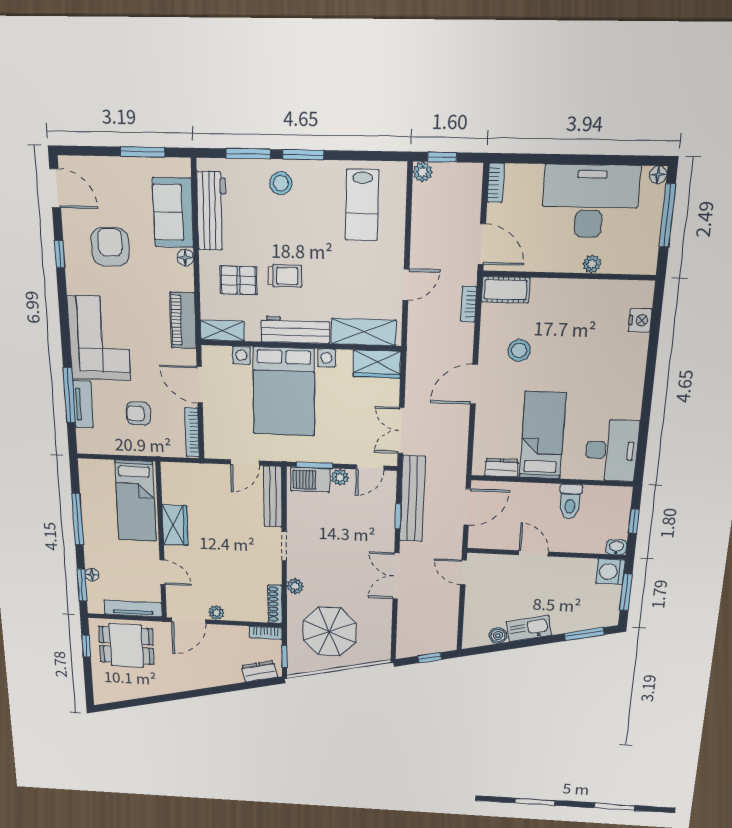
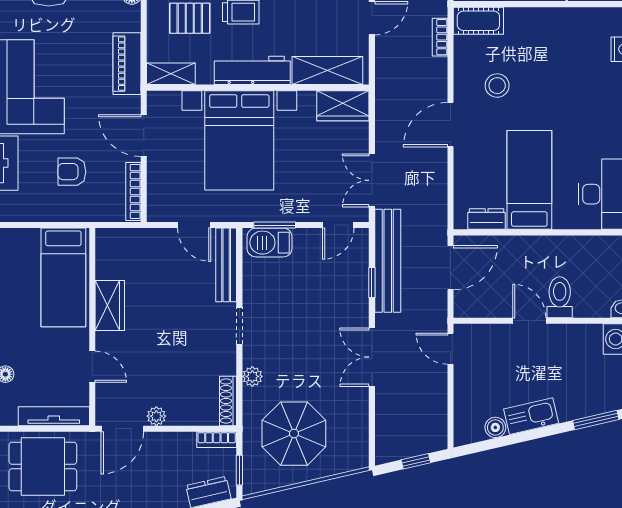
door: (245, 463) -> (194, 225), hinge flipped
plant: (340, 477) -> (304, 238), removed
toilet: (570, 501) -> (560, 297), moved, turned 180

